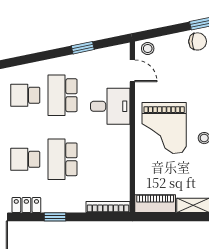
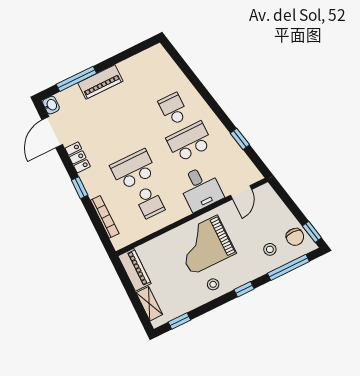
stool: (148, 49) -> (270, 249), moved
school desk: (25, 159) -> (149, 202), moved, turned 180
bookcase: (108, 207) -> (105, 217), moved

